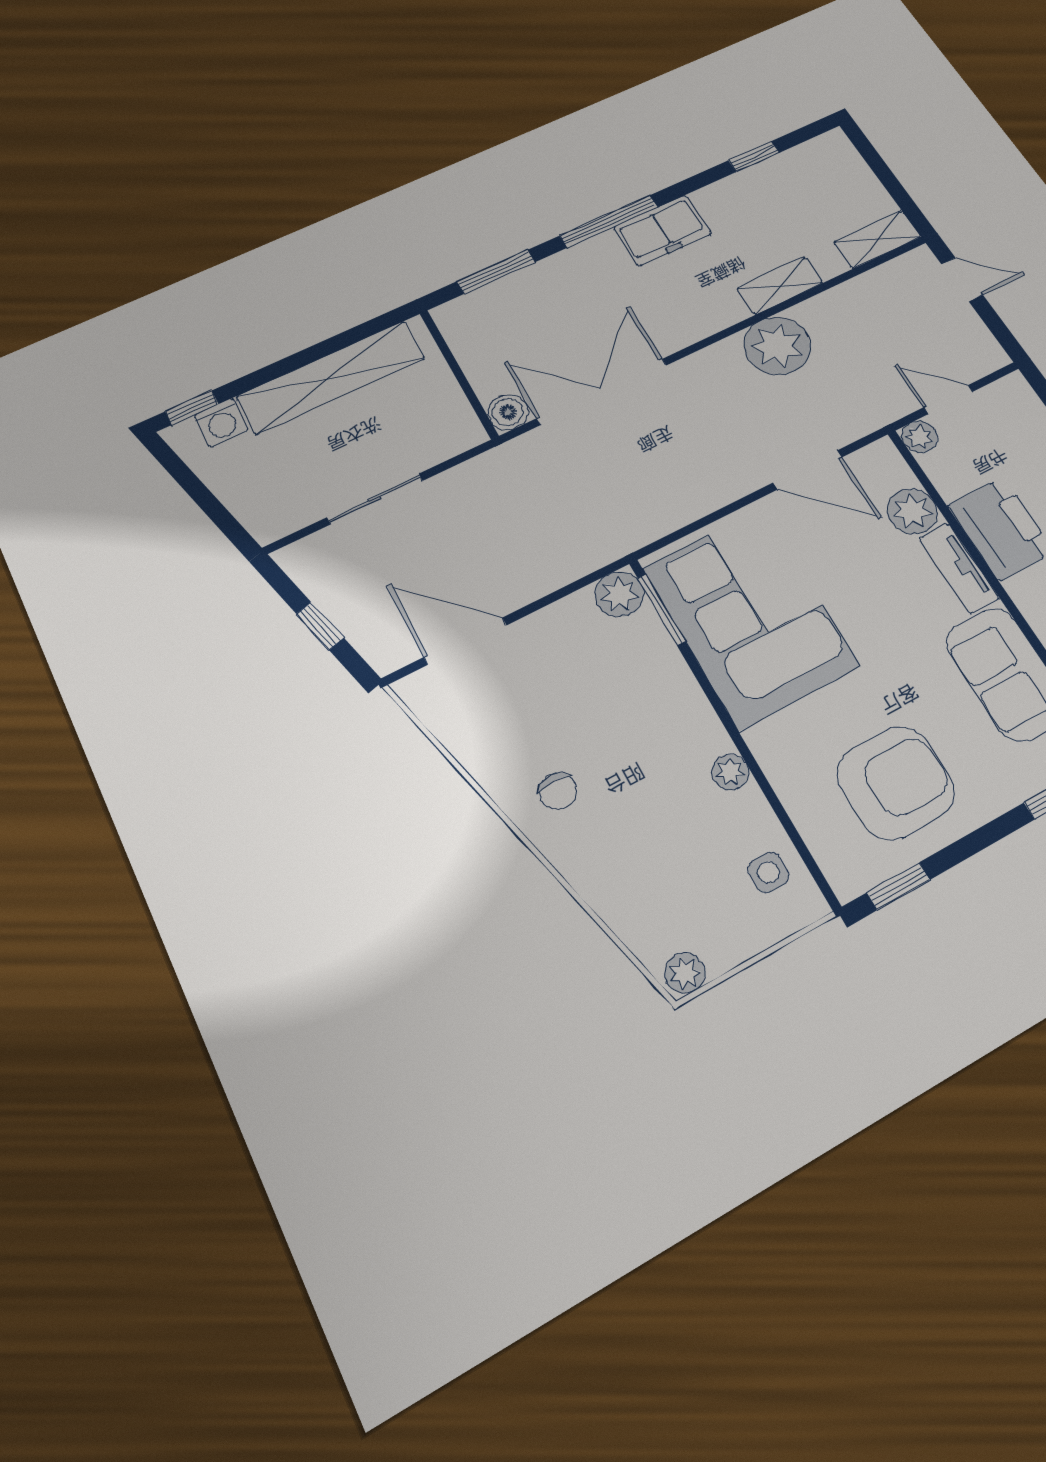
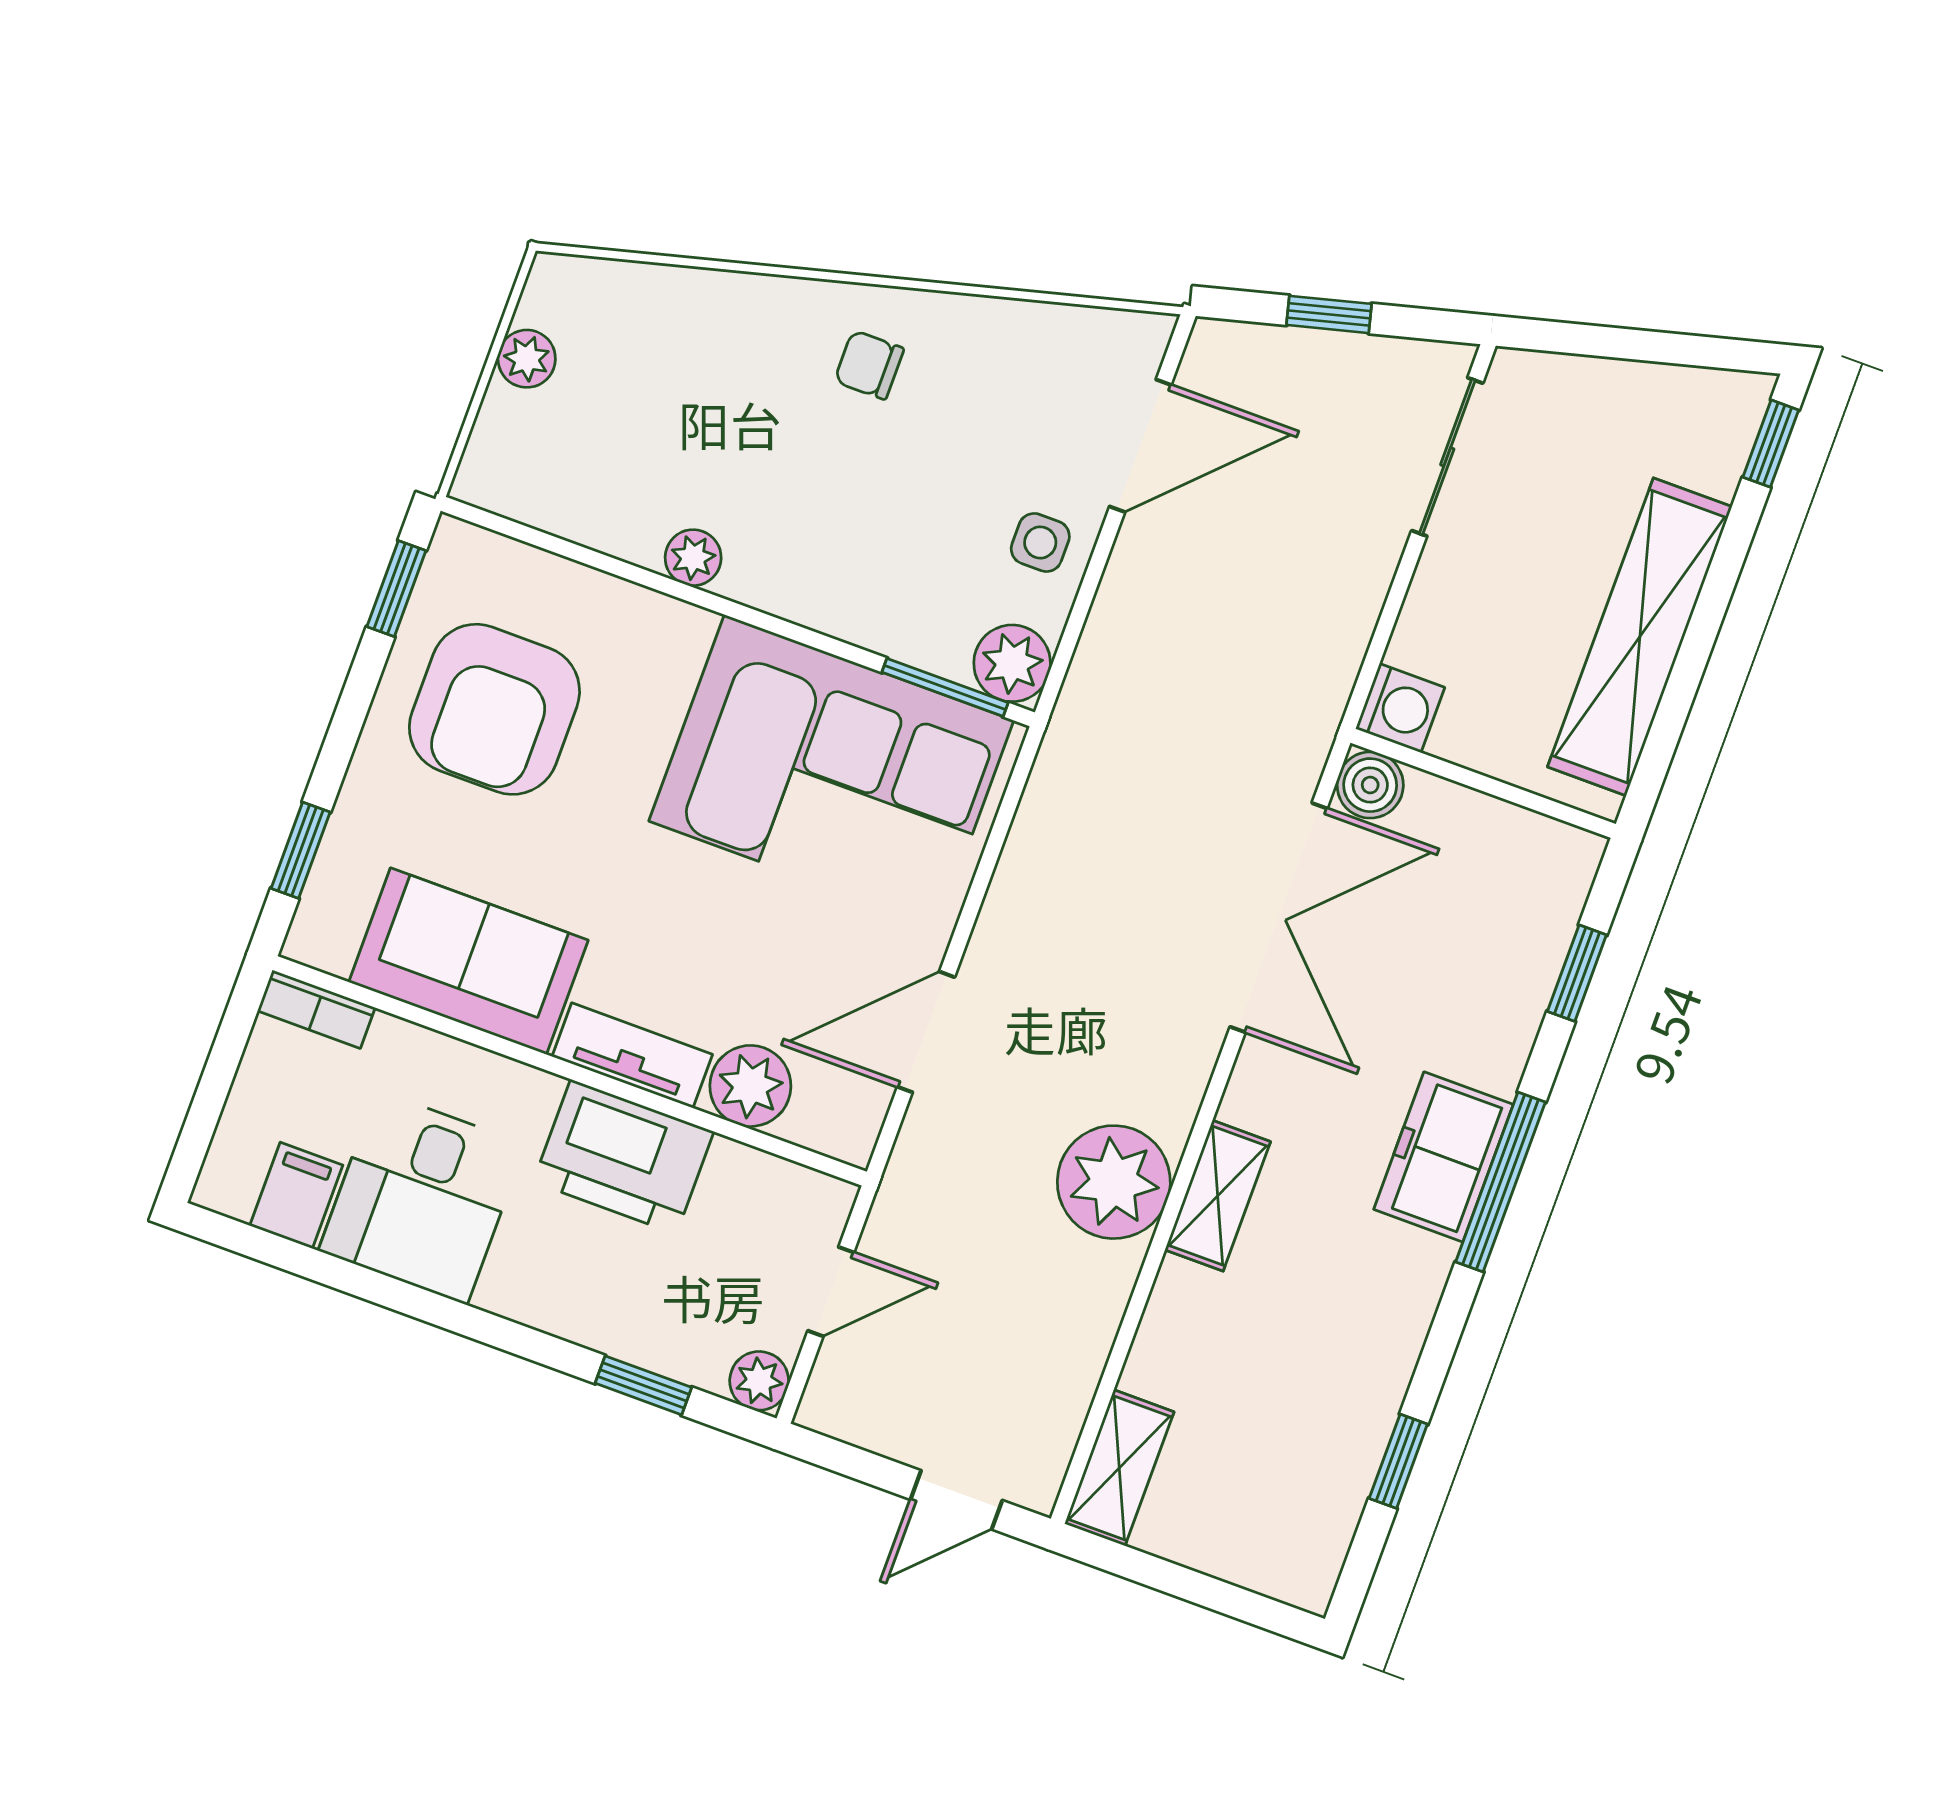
freezer: (662, 230) -> (1443, 1157), moved
window: (496, 272) -> (1577, 973), width x0.67
shelving: (780, 286) -> (1218, 1196), moved
washing machine: (221, 423) -> (1400, 708), moved, turned 180
plant: (920, 437) -> (759, 1381), moved
sliding door: (375, 499) -> (1447, 457), moved
side table: (768, 872) -> (1040, 542), moved
plant: (685, 973) -> (527, 359), moved

